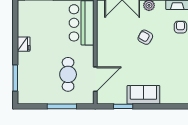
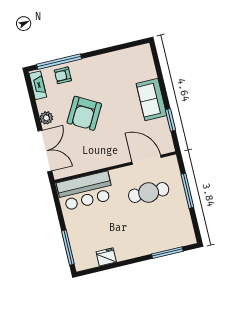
armchair: (145, 37) -> (84, 113), width x1.88, depth x1.88
fridge: (24, 44) -> (106, 257), moved

